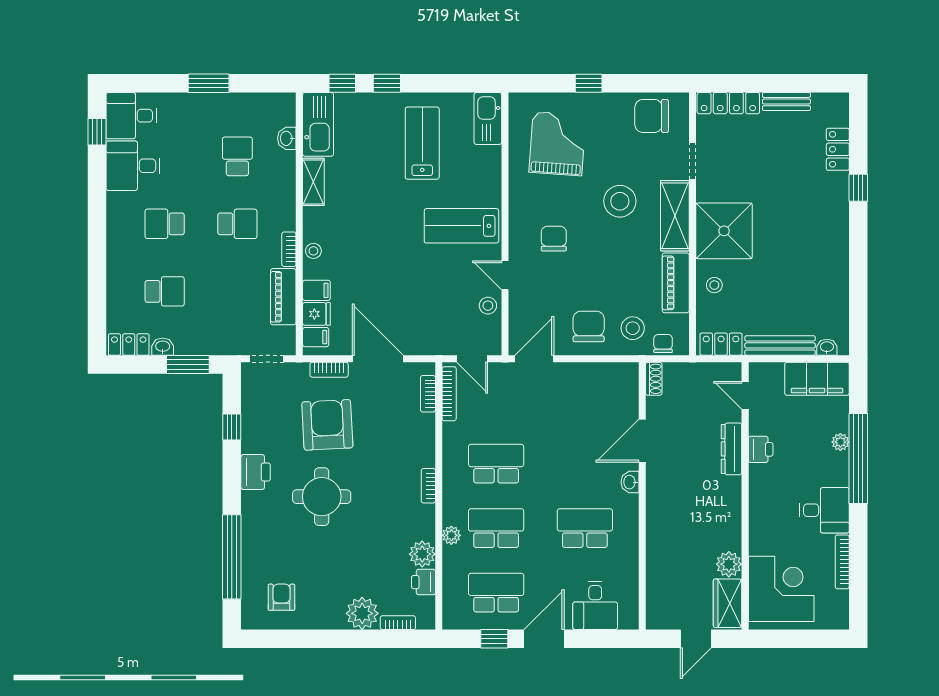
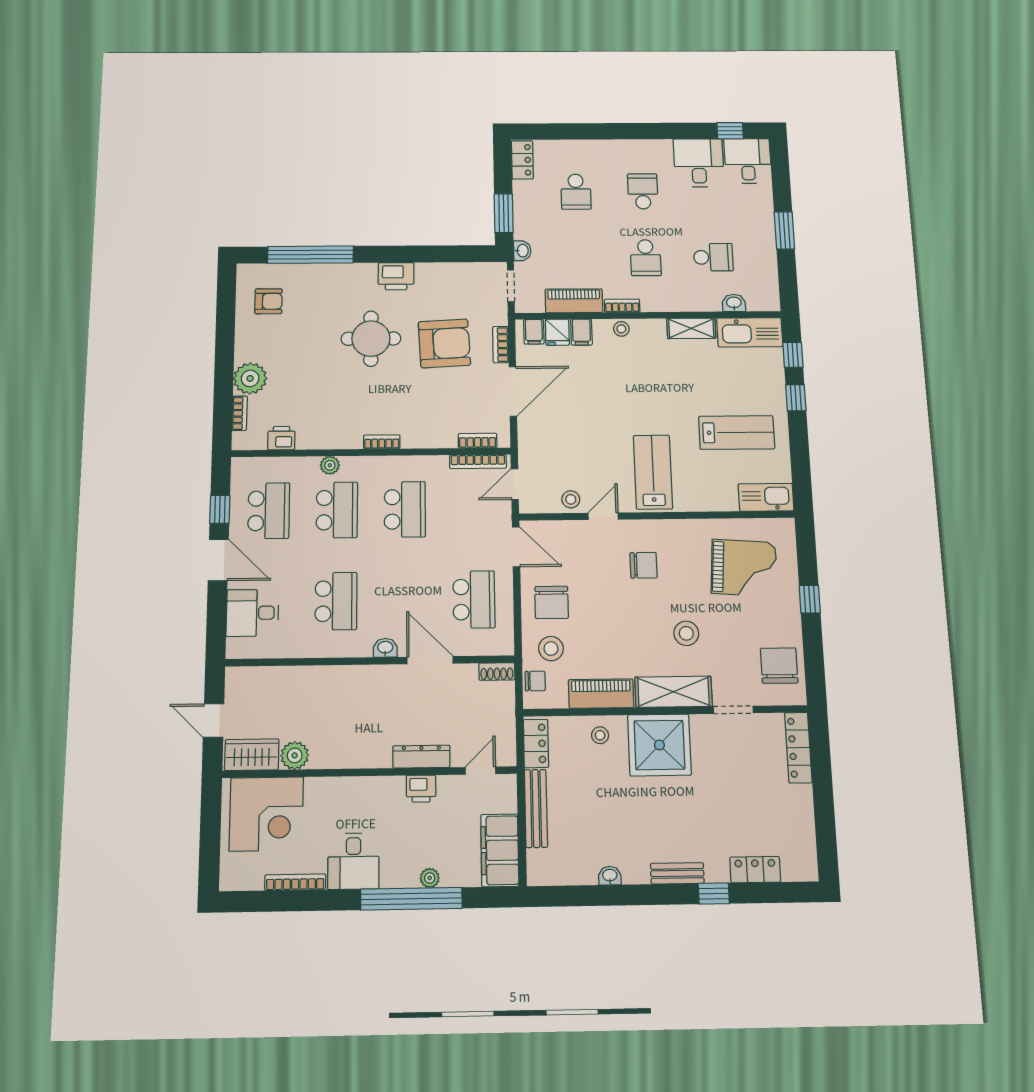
bench: (786, 102) -> (677, 873), moved, turned 90
stool: (620, 201) -> (686, 633), width x0.73, depth x0.73
chair: (589, 326) -> (552, 602), turned 90
washbasin: (163, 347) -> (522, 251), moved
washbasin: (827, 347) -> (610, 876), moved, turned -90
school desk: (585, 399) -> (474, 599), added
window: (232, 427) -> (441, 254), removed
plant: (422, 554) -> (311, 437), removed

